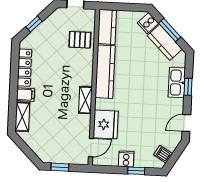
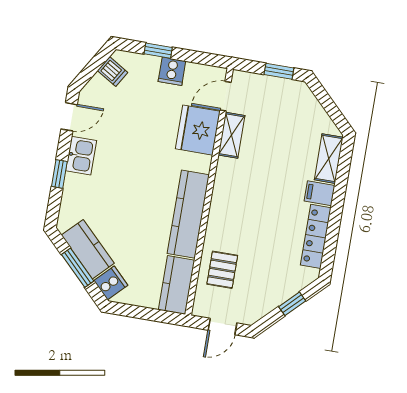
pallet: (80, 40) -> (222, 270), turned 90
kitchen sink: (177, 83) -> (81, 156), moved, width x0.73
shelving: (85, 100) -> (232, 135), moved

